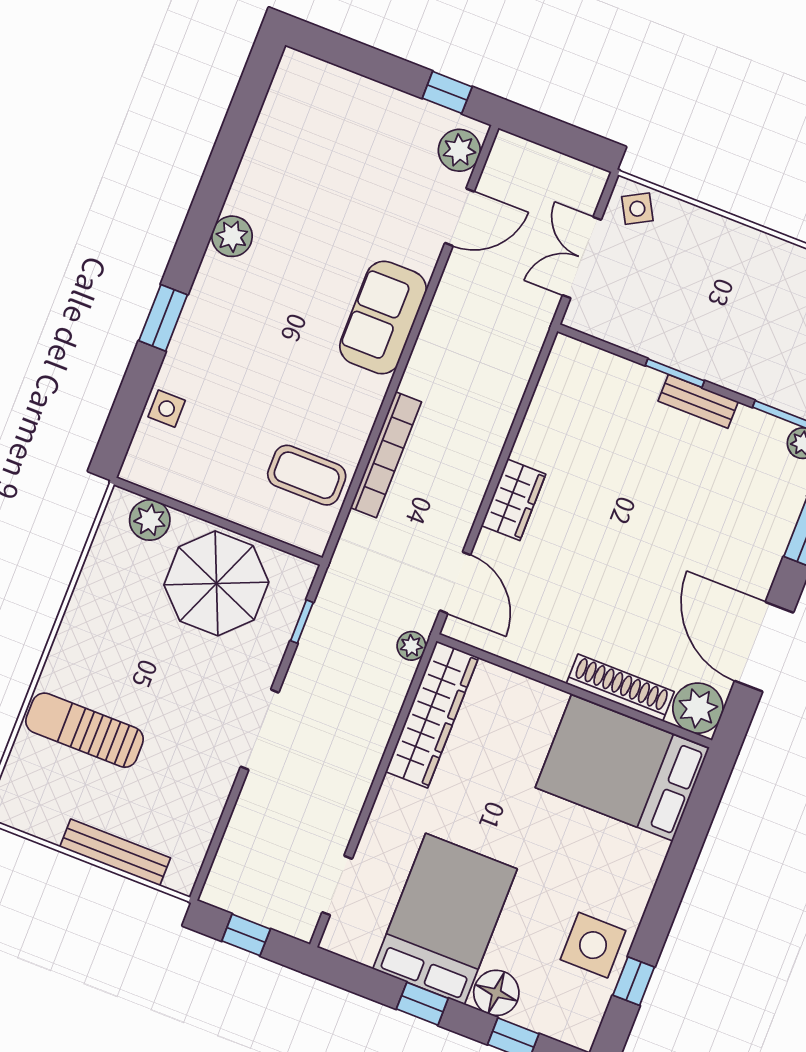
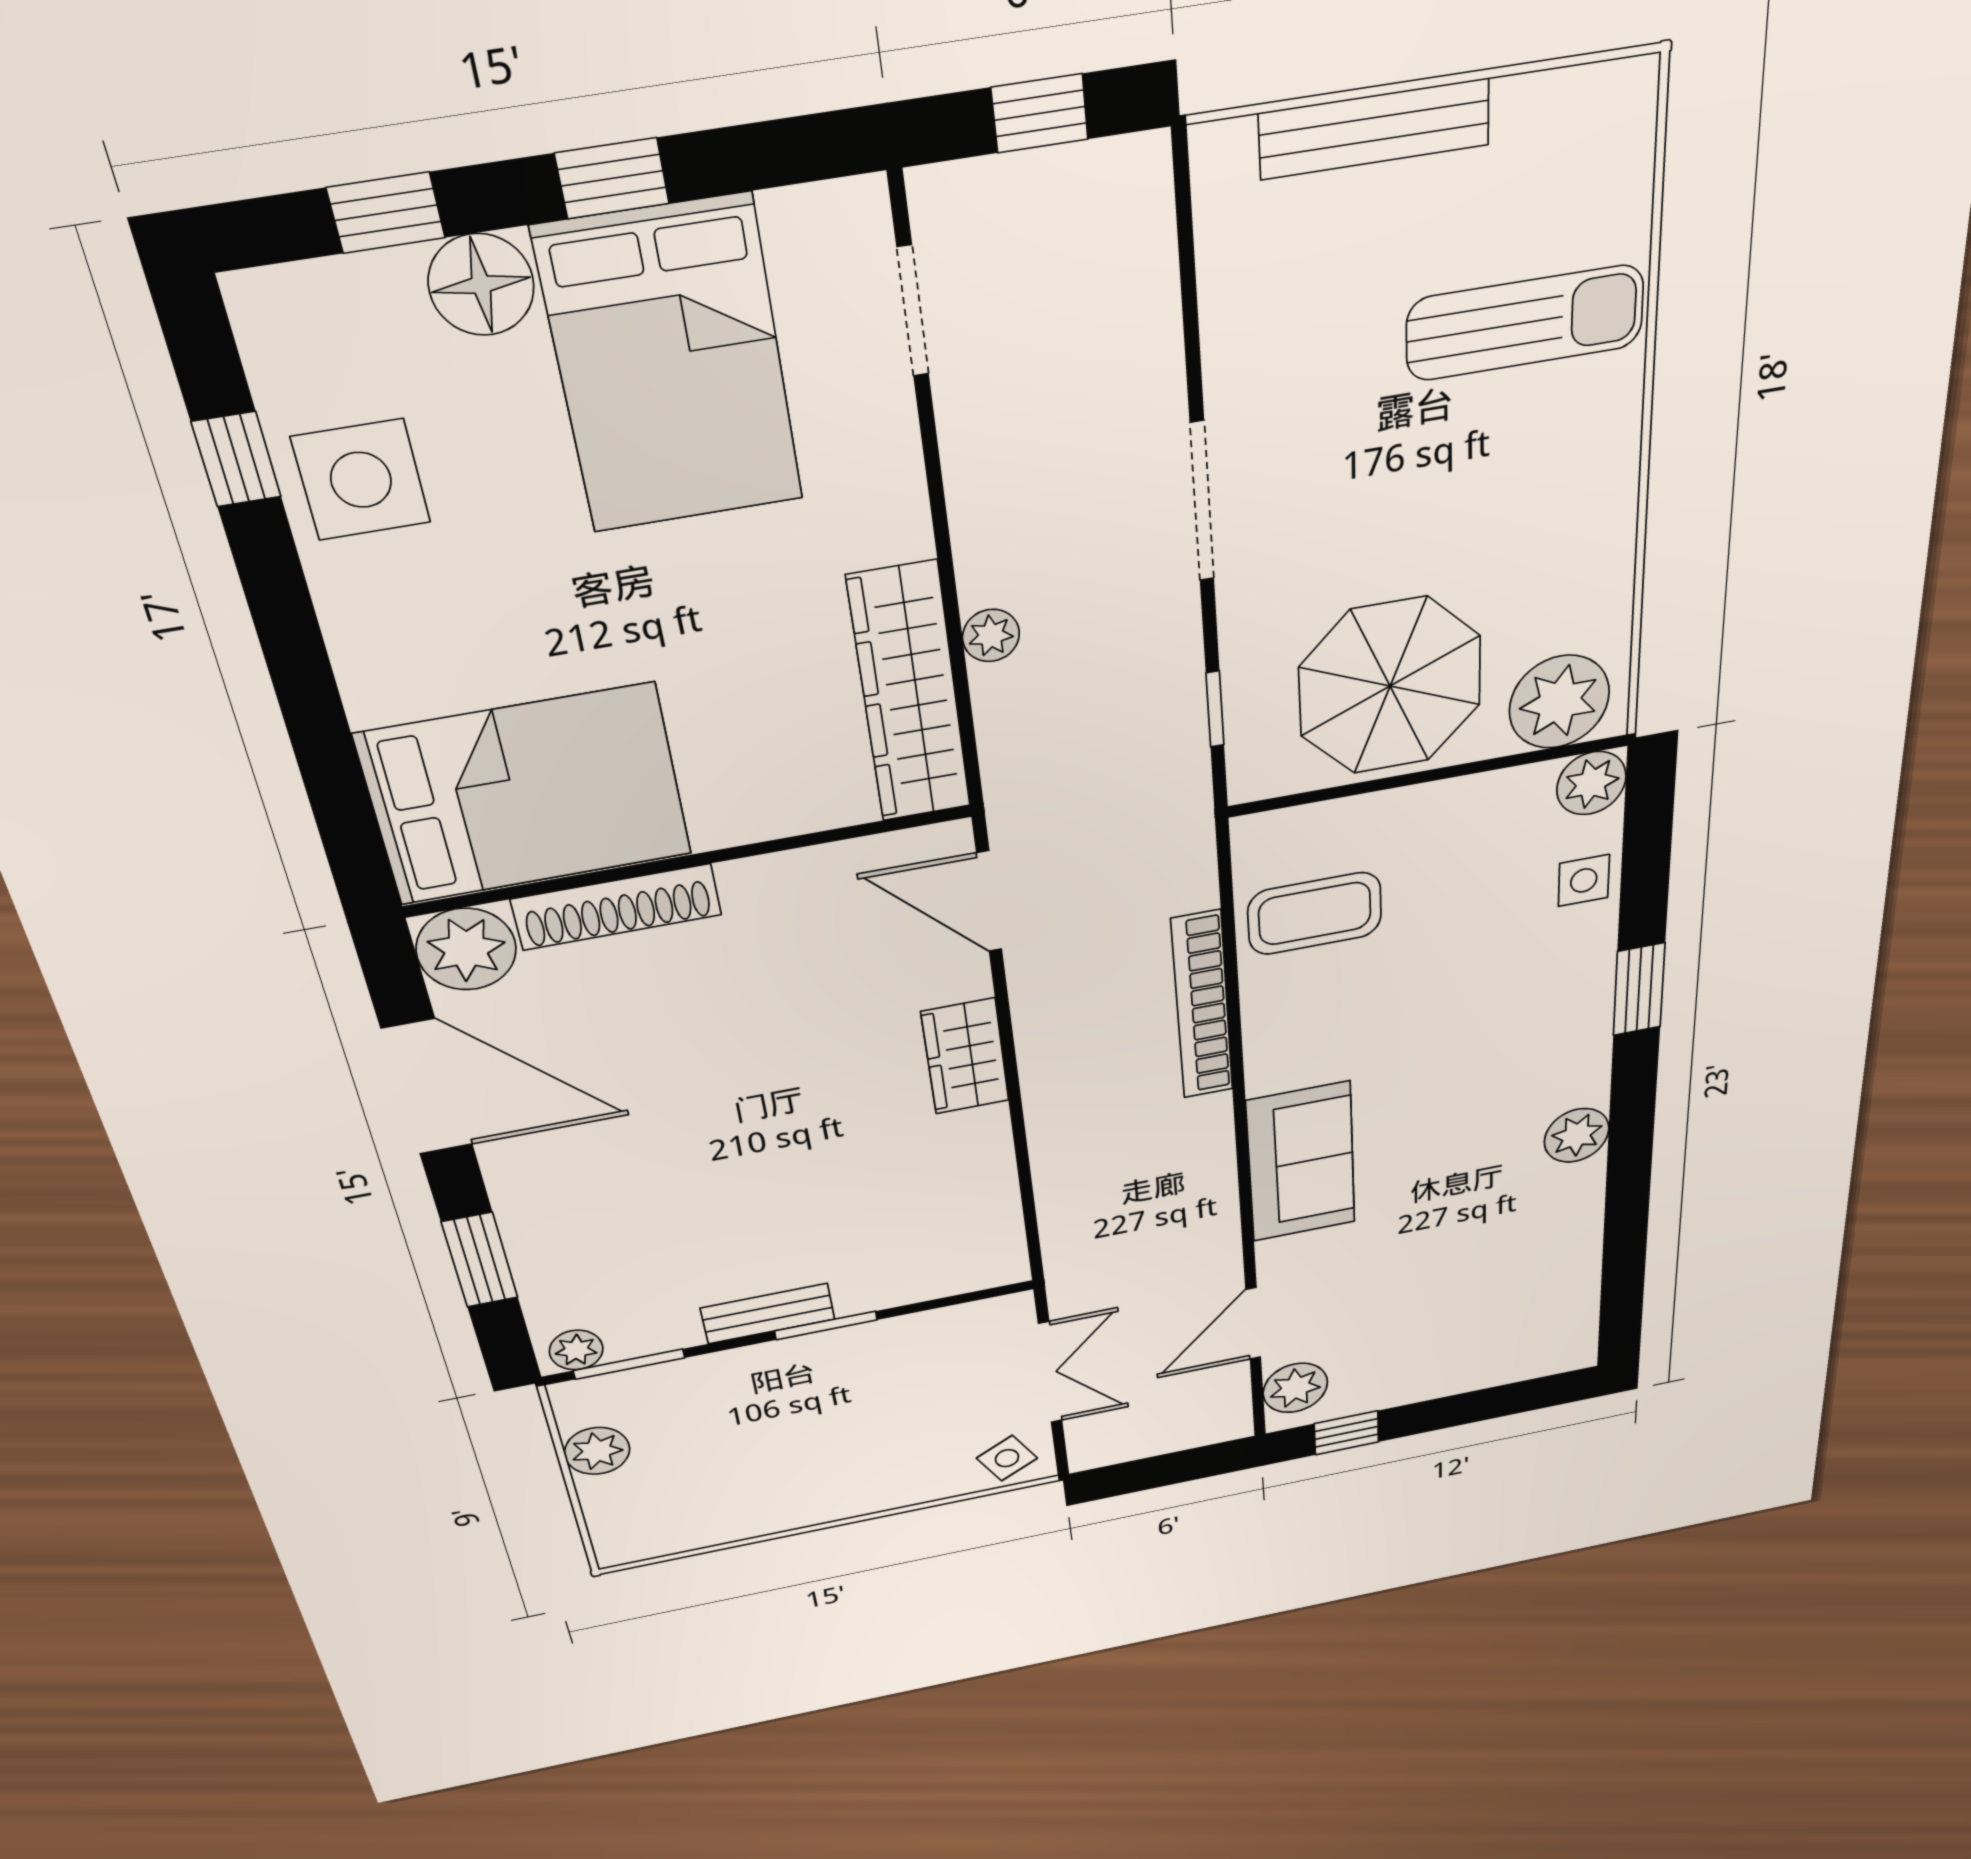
plant: (142, 466) -> (1591, 783), added
plant: (150, 520) -> (1559, 702), width x1.36, depth x1.36
plant: (411, 646) -> (991, 636), moved

